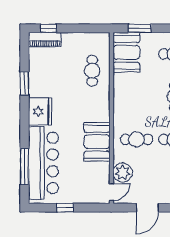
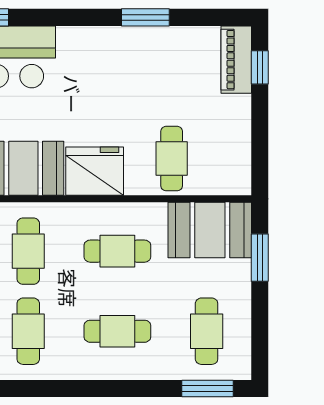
cafe table: (92, 71) -> (172, 159), turned 90
cafe table: (137, 97) -> (117, 251), added
fridge: (40, 112) -> (95, 171), moved, turned 180

